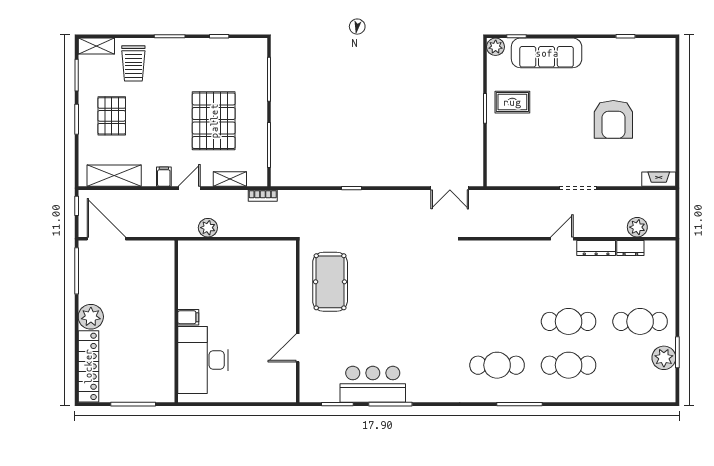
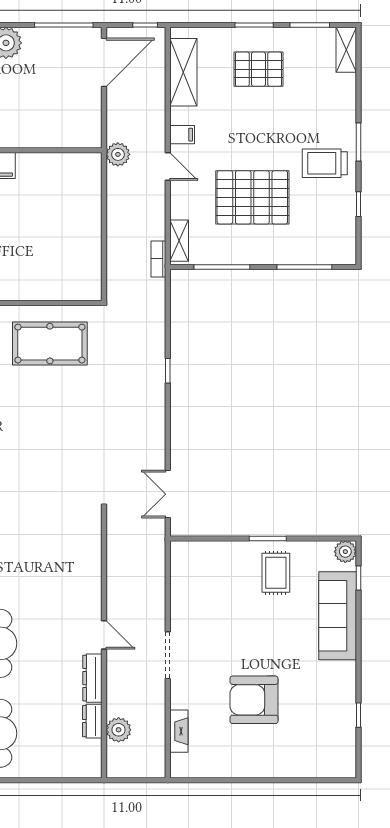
trolley: (133, 63) -> (325, 163), moved
shelving: (230, 179) -> (179, 241), moved
fireplace: (659, 179) -> (179, 731), moved
plant: (208, 228) -> (118, 154), moved

